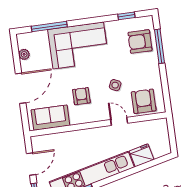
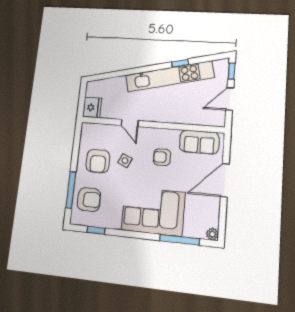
plant: (24, 54) -> (212, 234), moved
armchair: (81, 96) -> (162, 157), turned 90
armchair: (144, 101) -> (98, 161), moved
fridge: (142, 155) -> (92, 107), moved, turned -77

